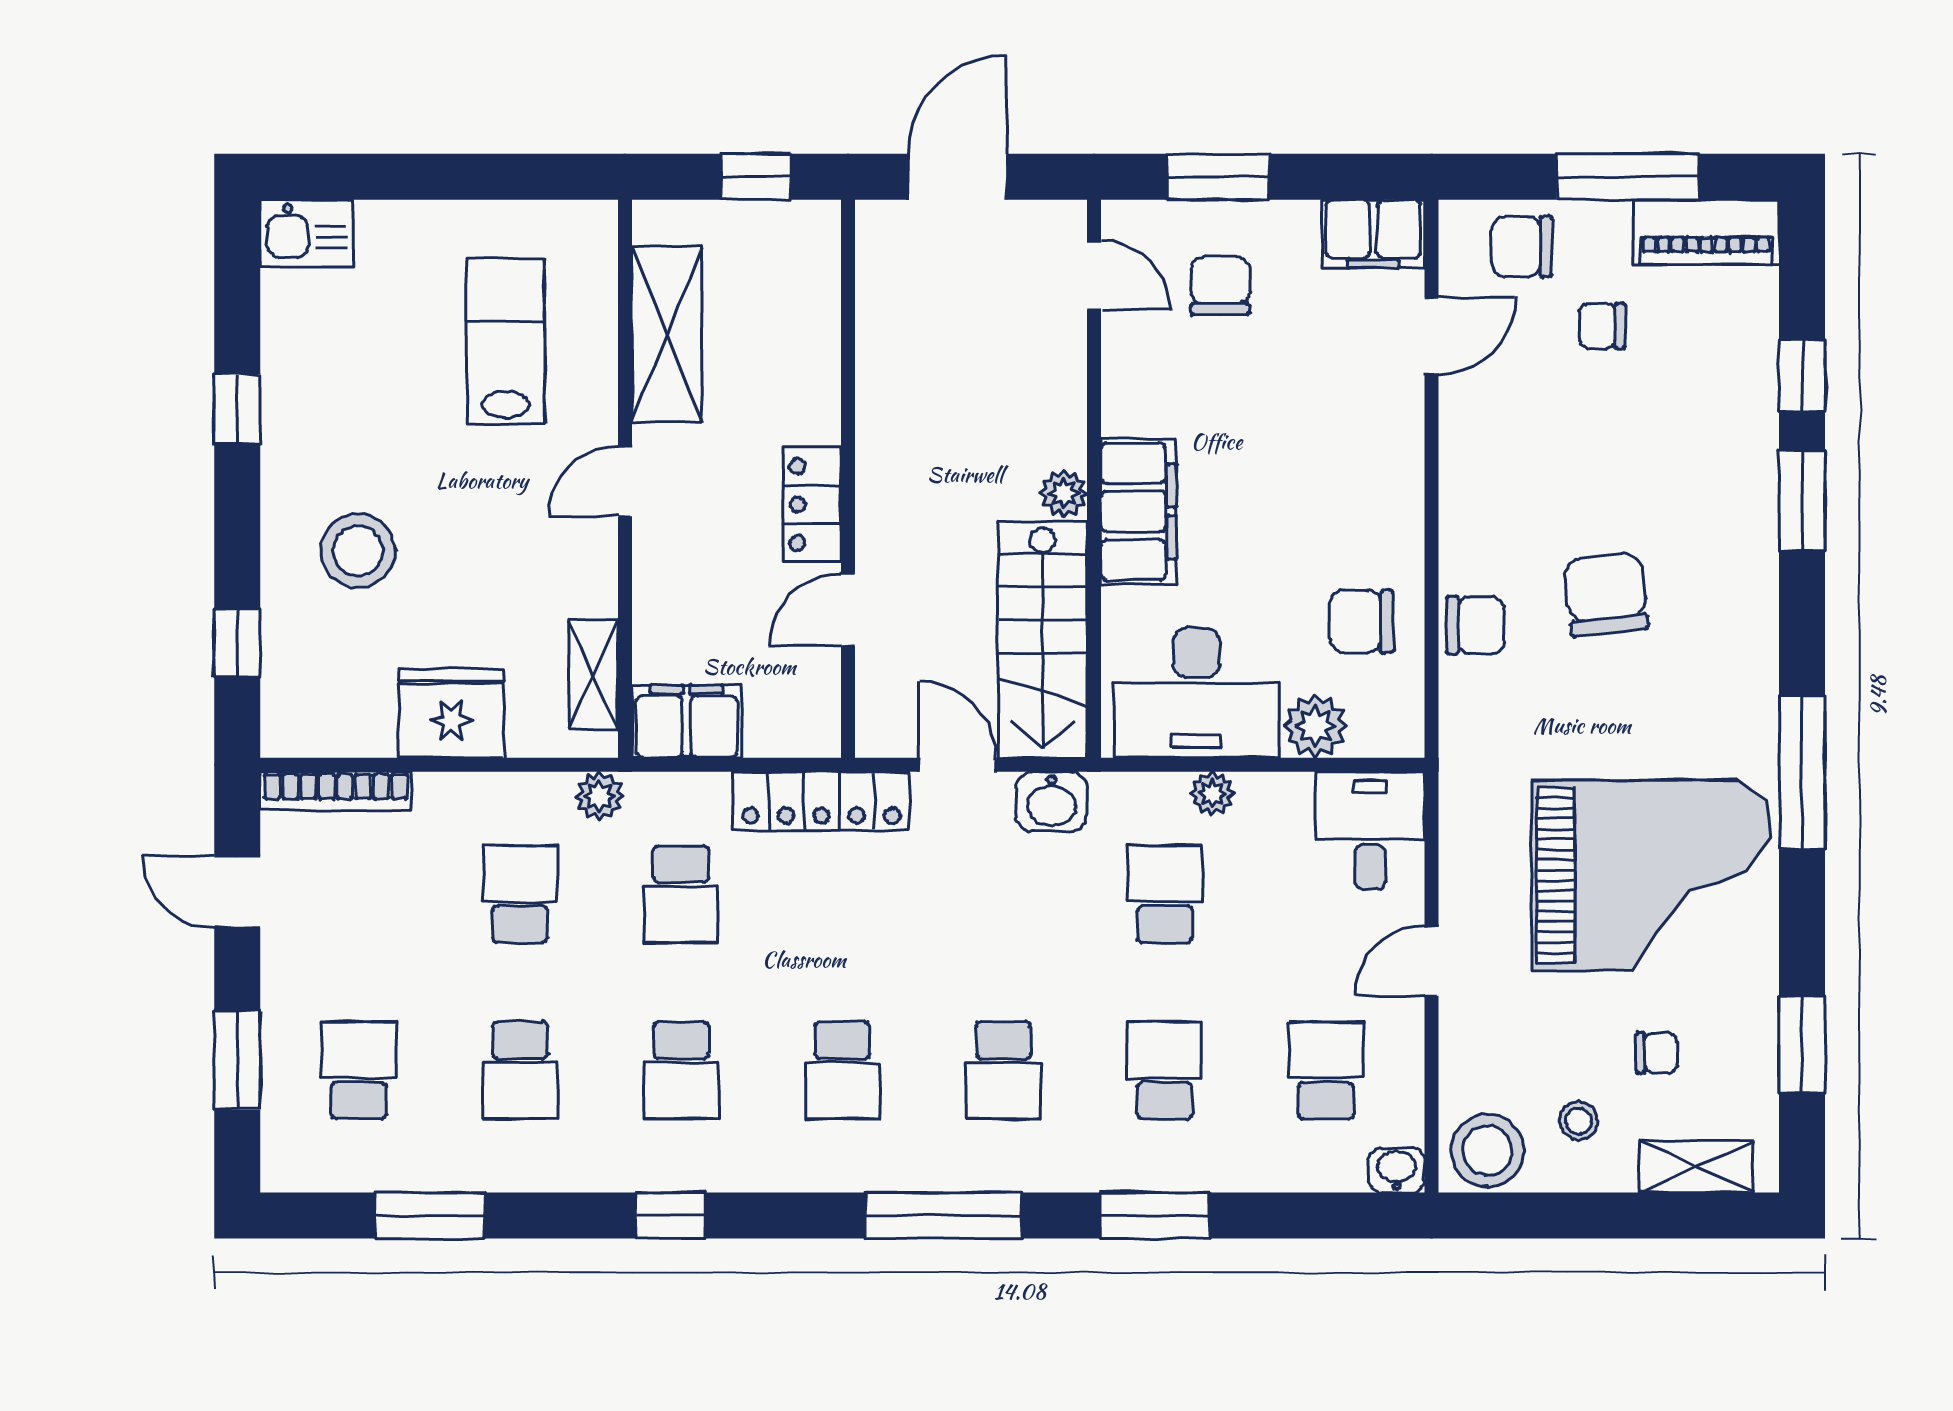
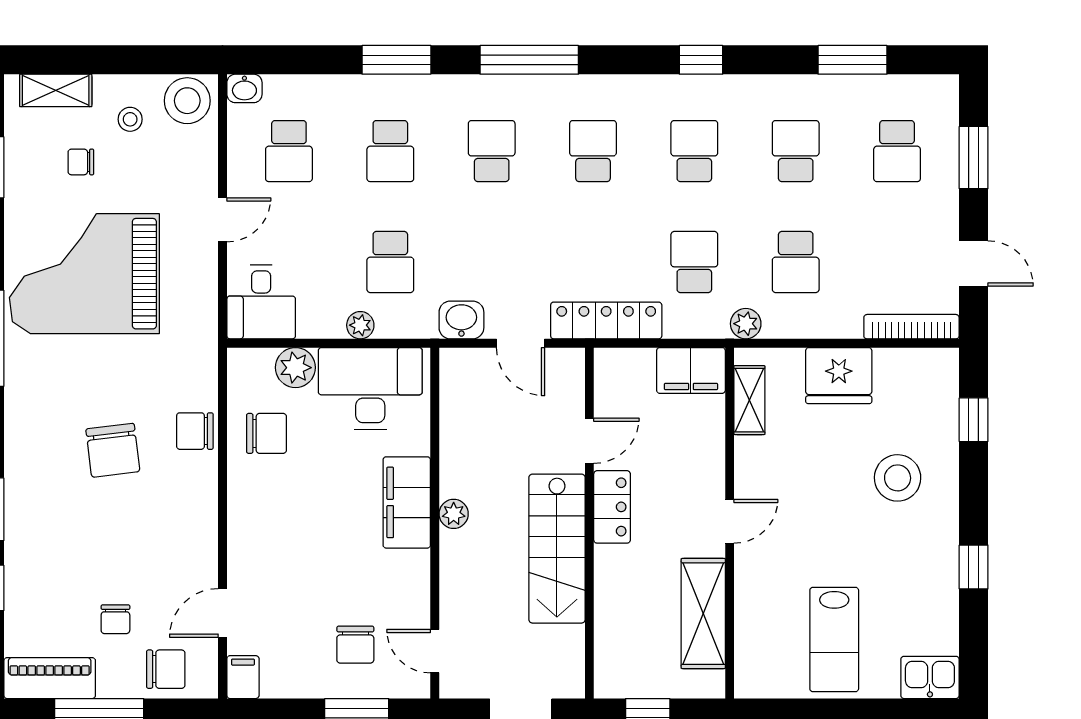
filing cabinet: (1373, 234) -> (243, 677), width x0.50
chair: (1602, 326) -> (115, 619), turned 90
lab bench: (505, 342) -> (834, 640), moved
stairs: (1042, 640) -> (557, 549), moved, turned 180

